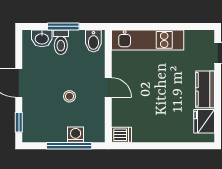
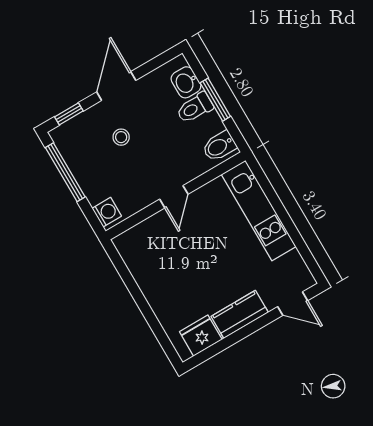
stool: (69, 96) -> (121, 137), moved
washing machine: (76, 135) -> (107, 212), moved
dishwasher: (122, 135) -> (126, 246), removed
window: (69, 146) -> (65, 172), moved

